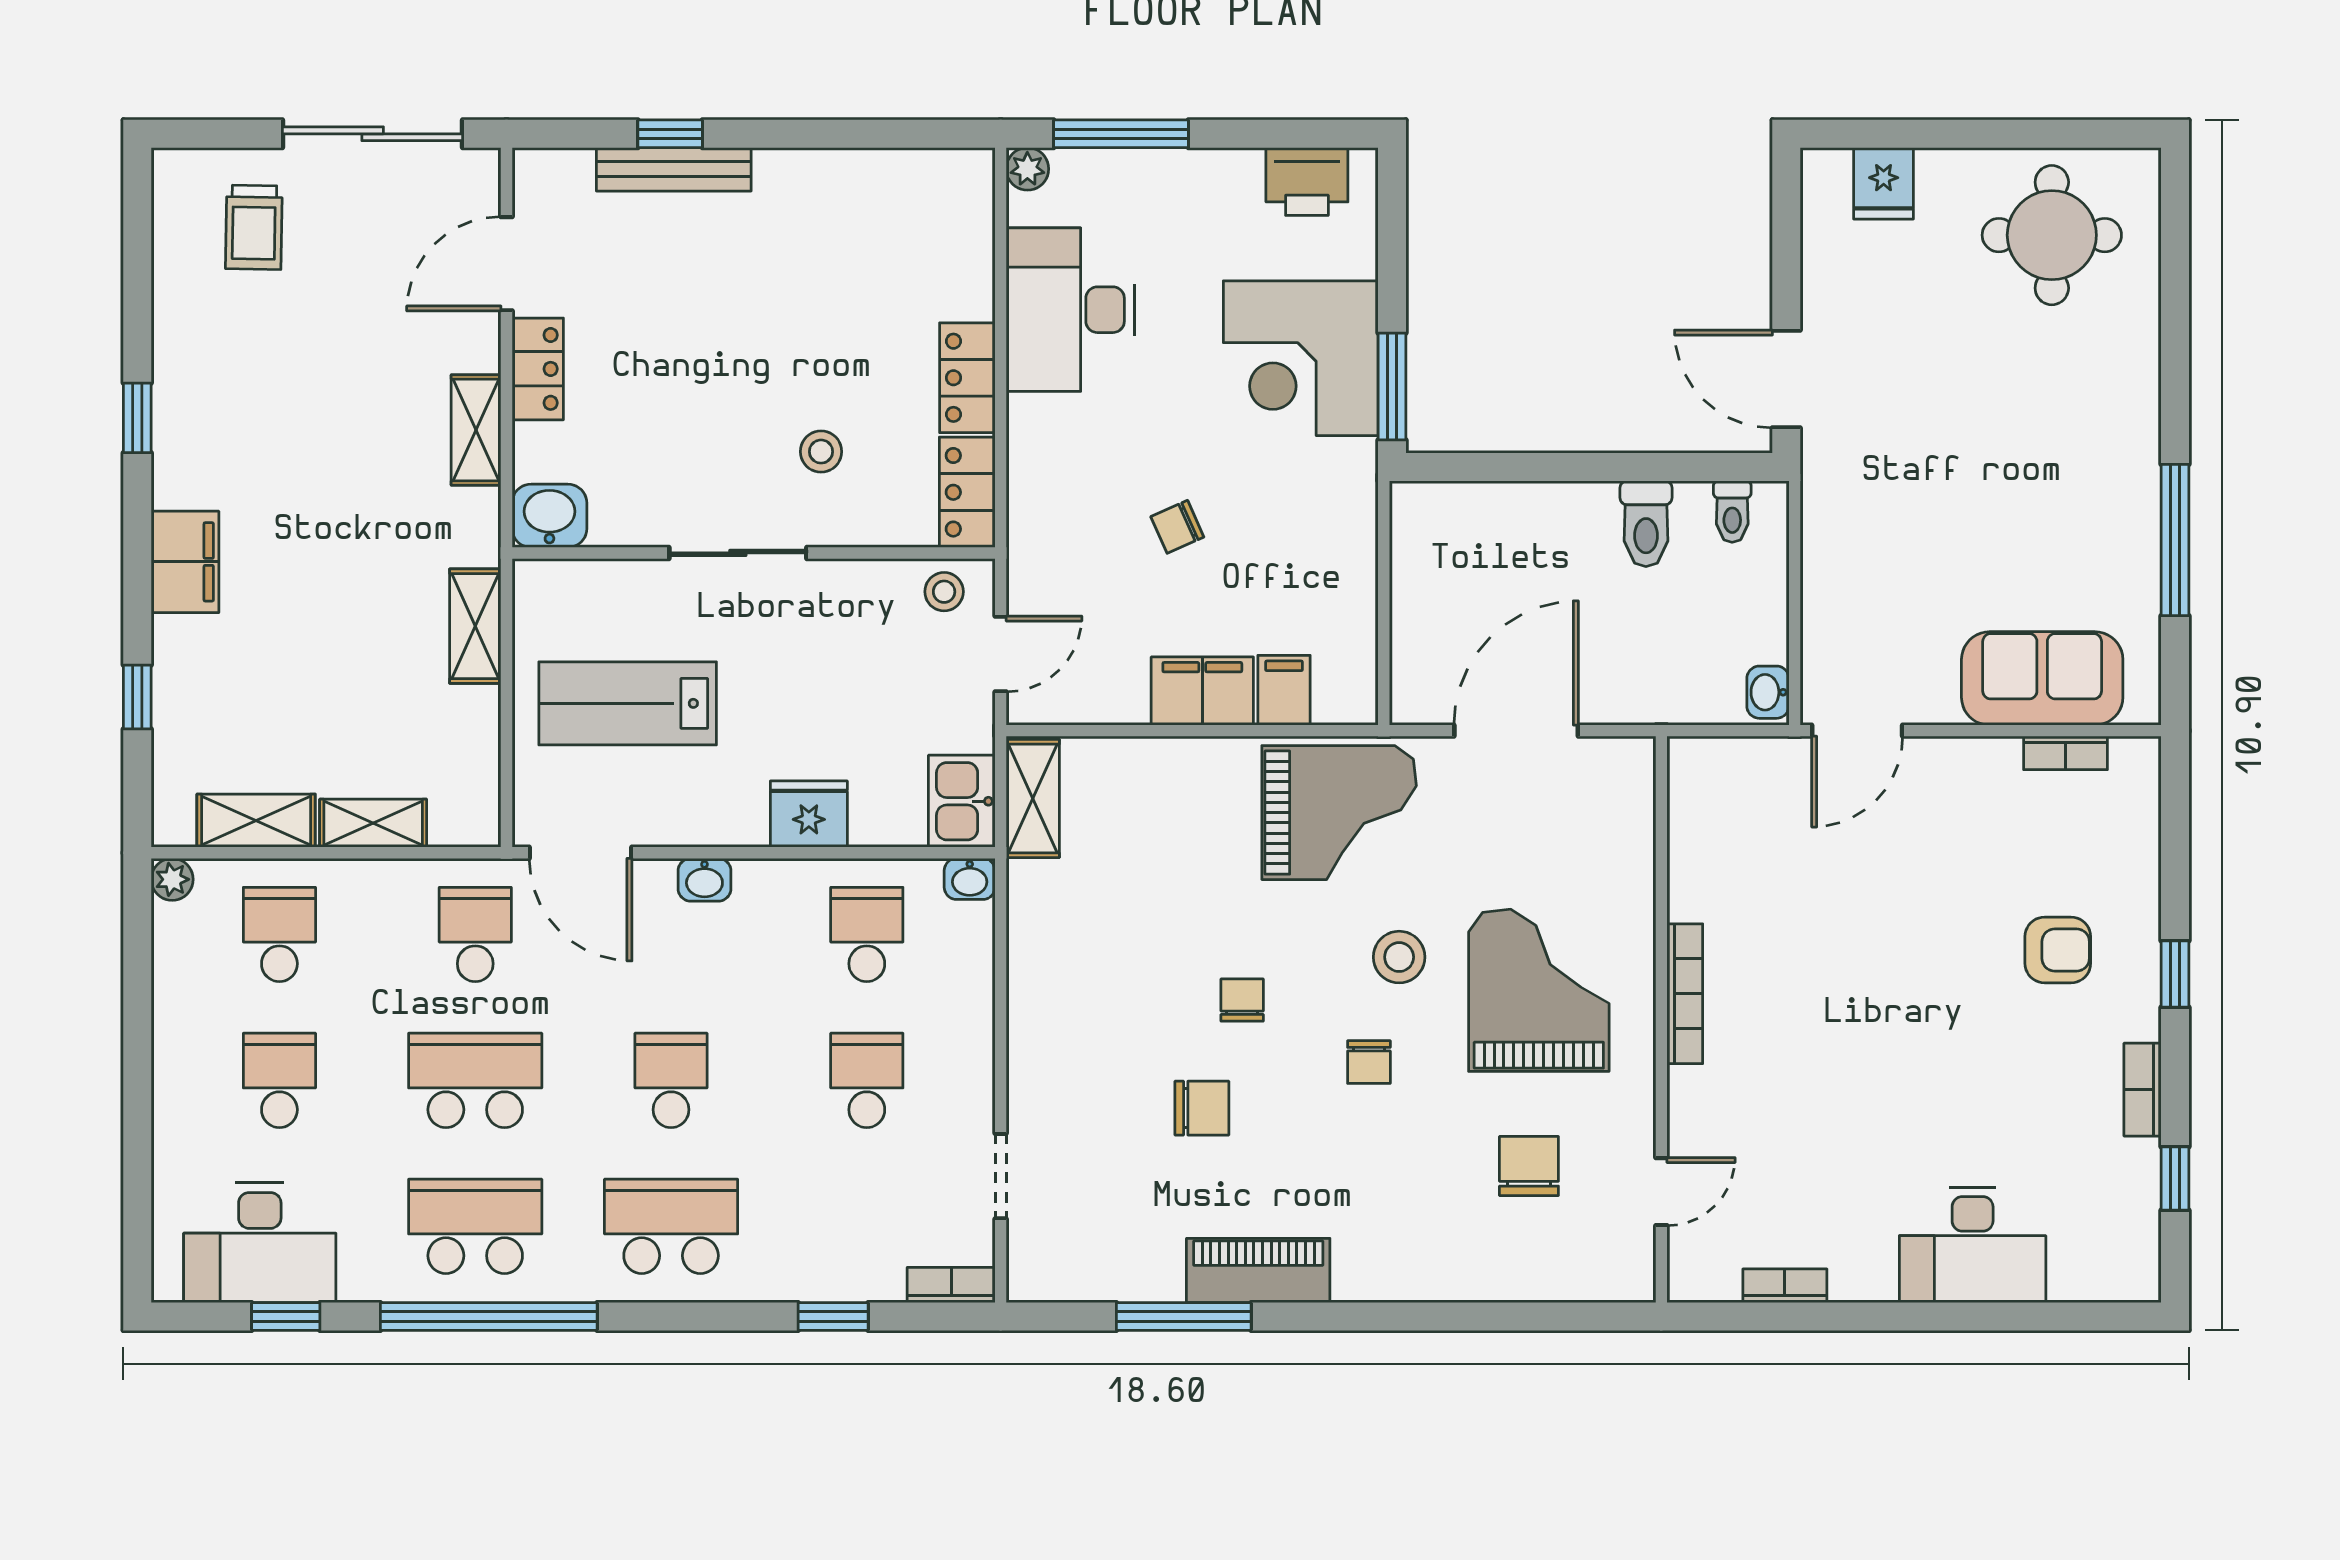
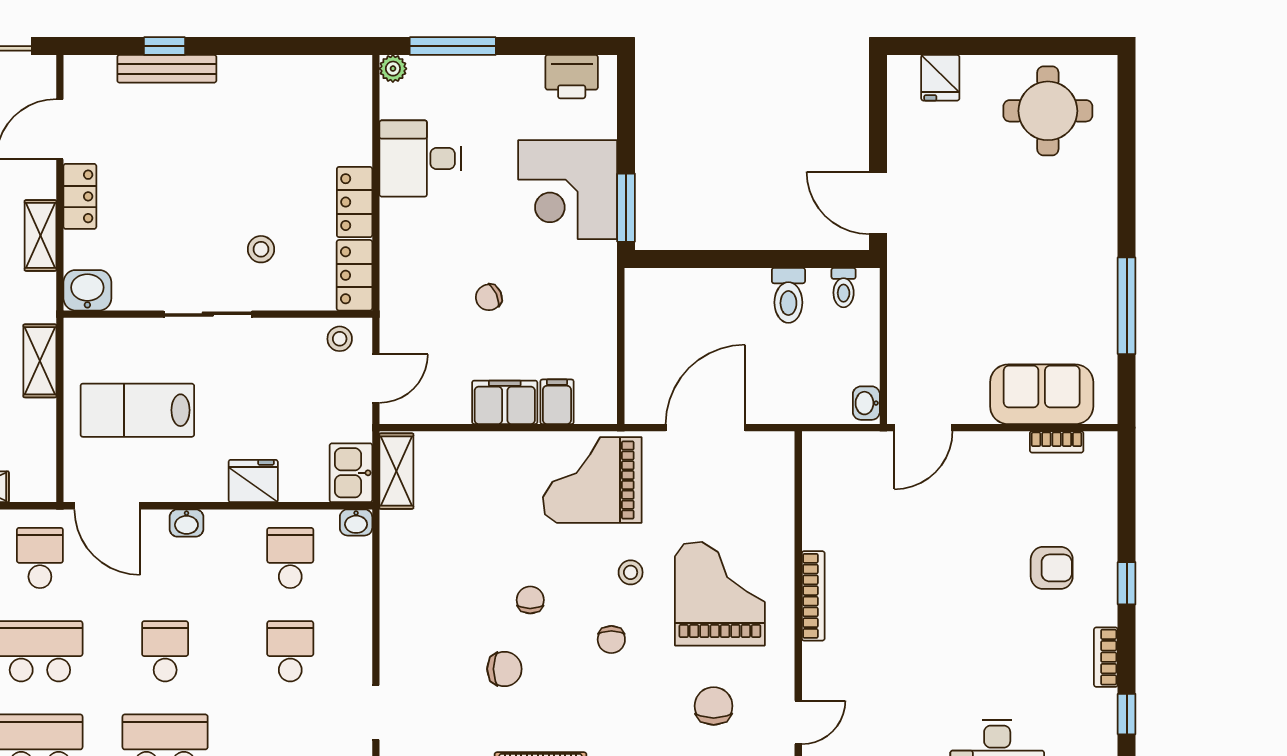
desk: (1070, 310) -> (420, 159), width x0.73
grand piano: (1339, 813) -> (592, 480), turned 180
stool: (1399, 957) -> (631, 572), width x0.73, depth x0.73

